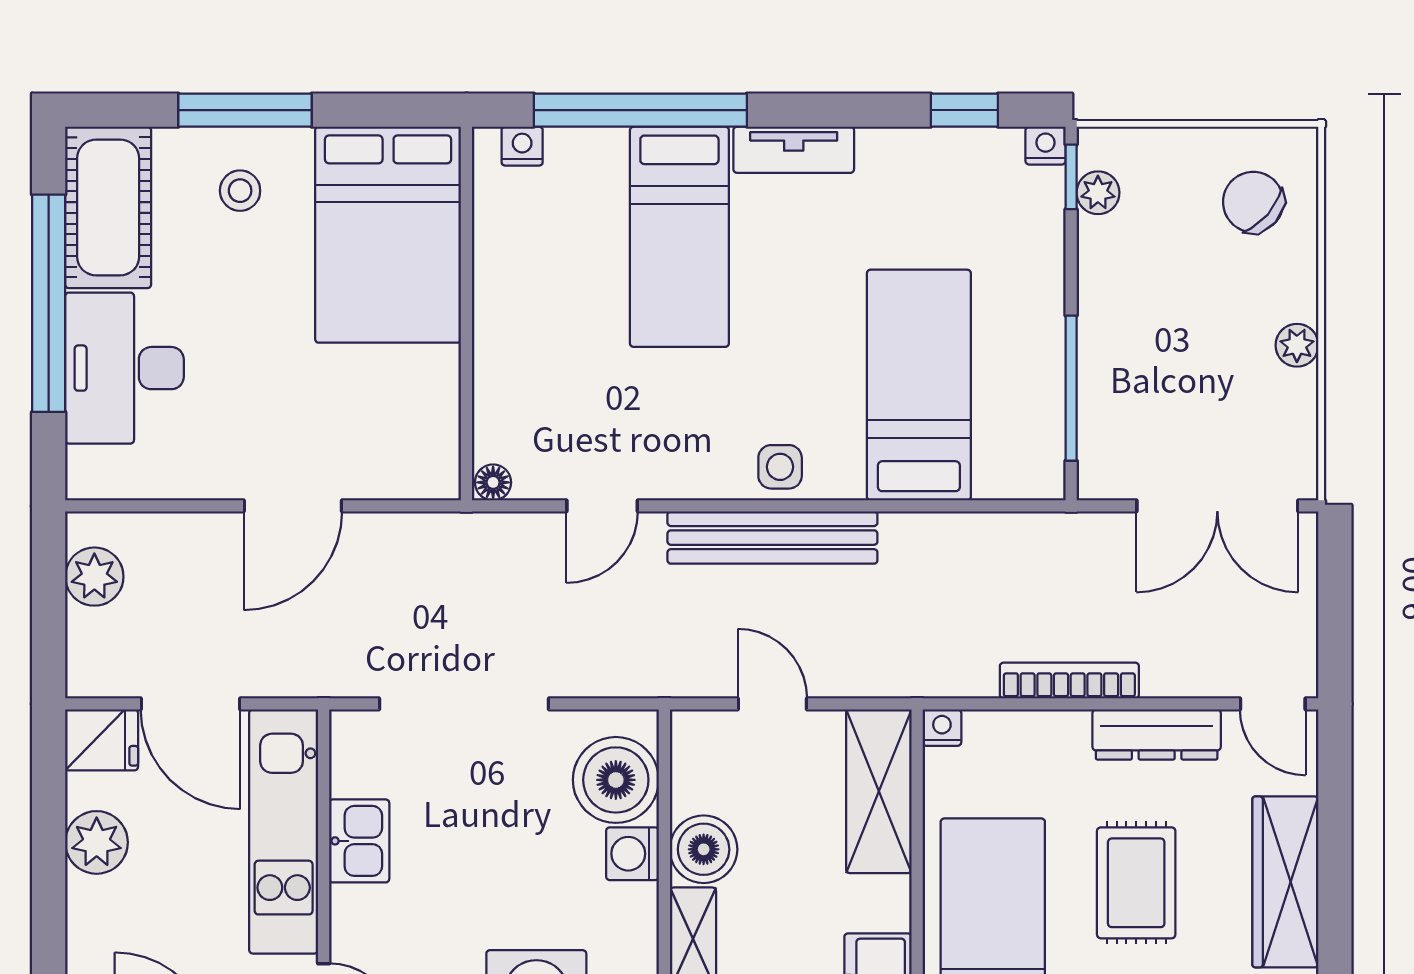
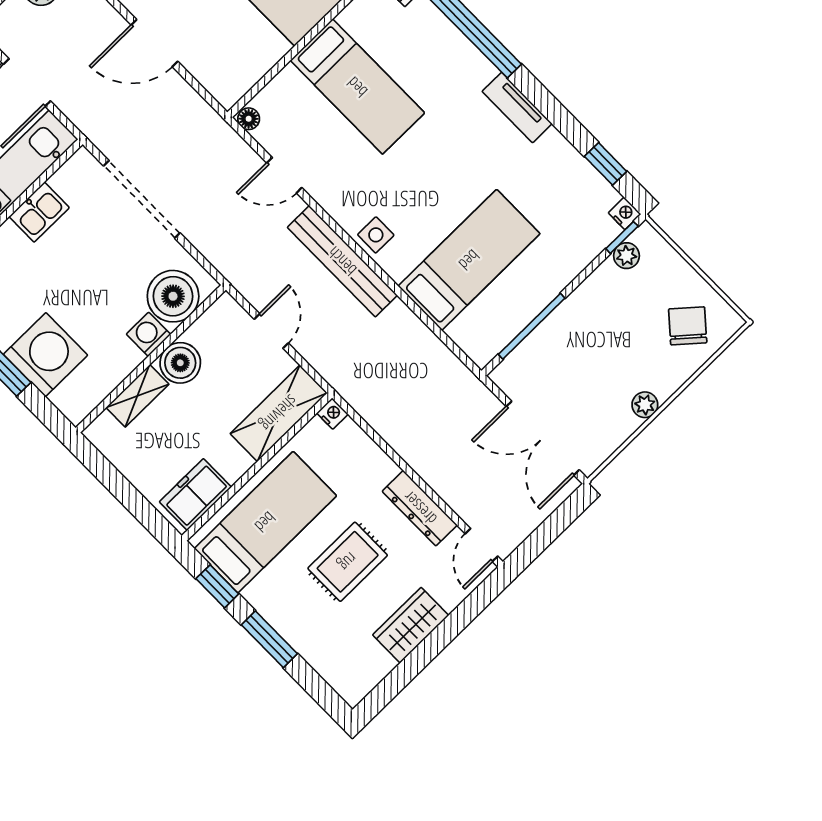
bed: (679, 237) -> (357, 87), moved, turned -90
bookcase: (1069, 681) -> (406, 448), removed
wardrobe: (1285, 882) -> (411, 625), width x0.67

